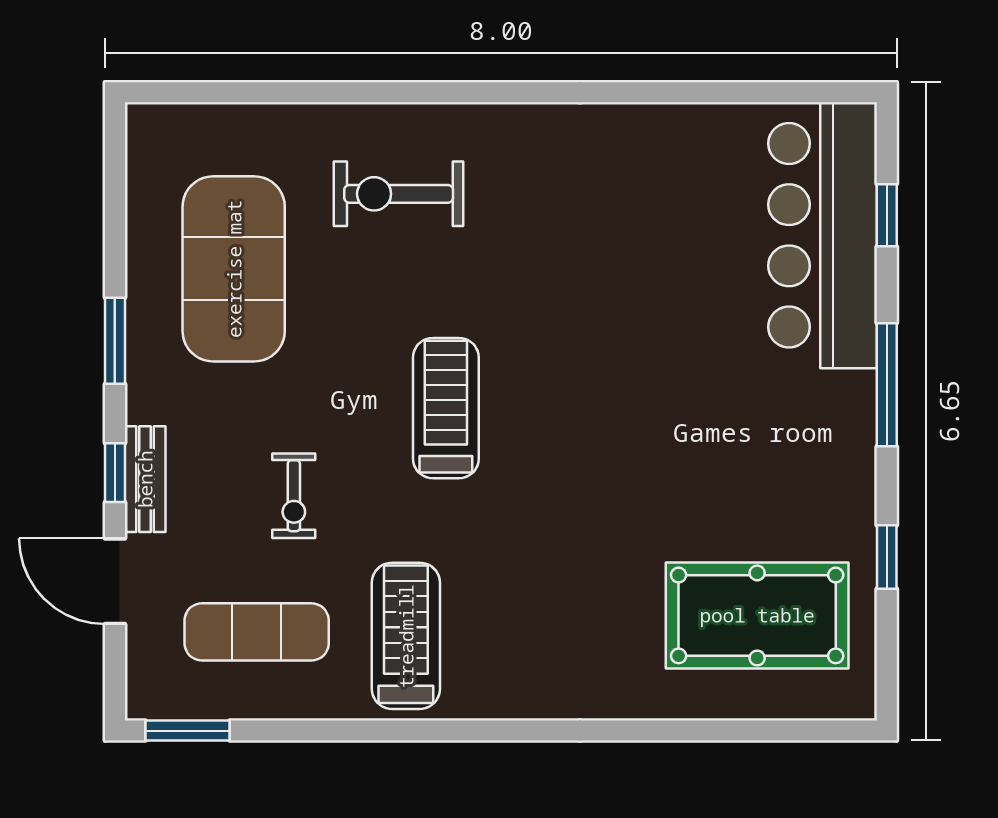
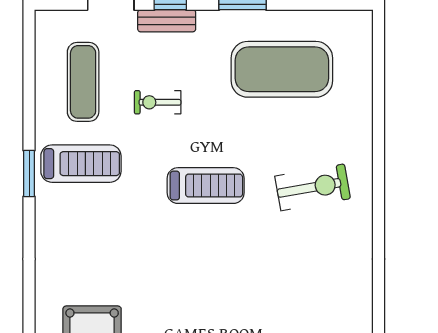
exercise bike: (399, 194) -> (313, 187), moved, turned 80
window: (187, 731) -> (29, 174), moved

